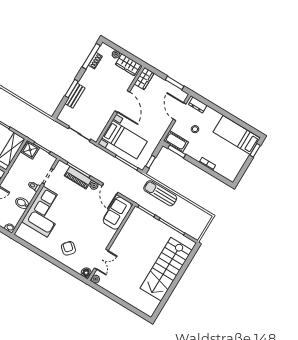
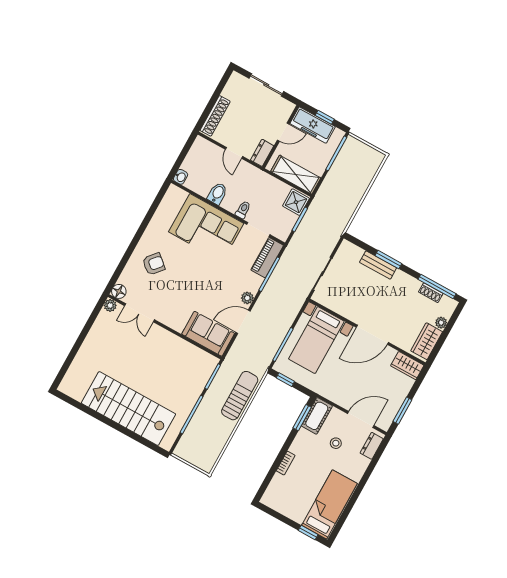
piano: (78, 178) -> (267, 258), moved

